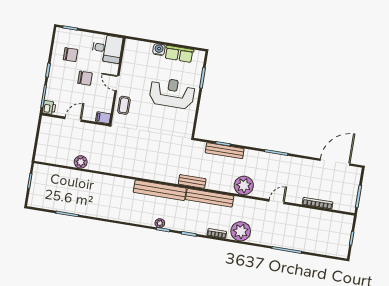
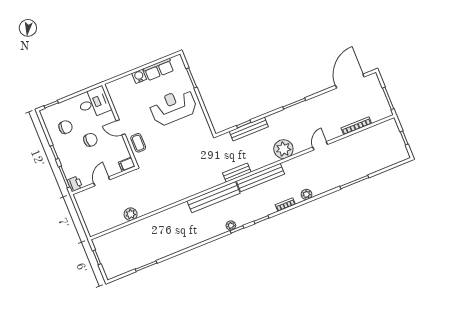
plant: (241, 231) -> (306, 194), width x0.53, depth x0.53

